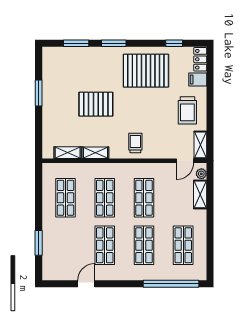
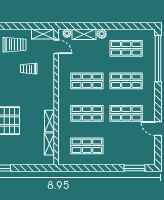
trolley: (135, 143) -> (29, 69), moved
plant: (201, 216) -> (102, 34), added
window: (39, 243) -> (134, 168), moved

